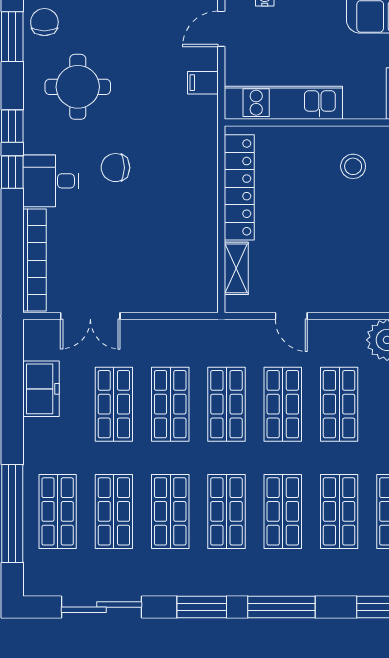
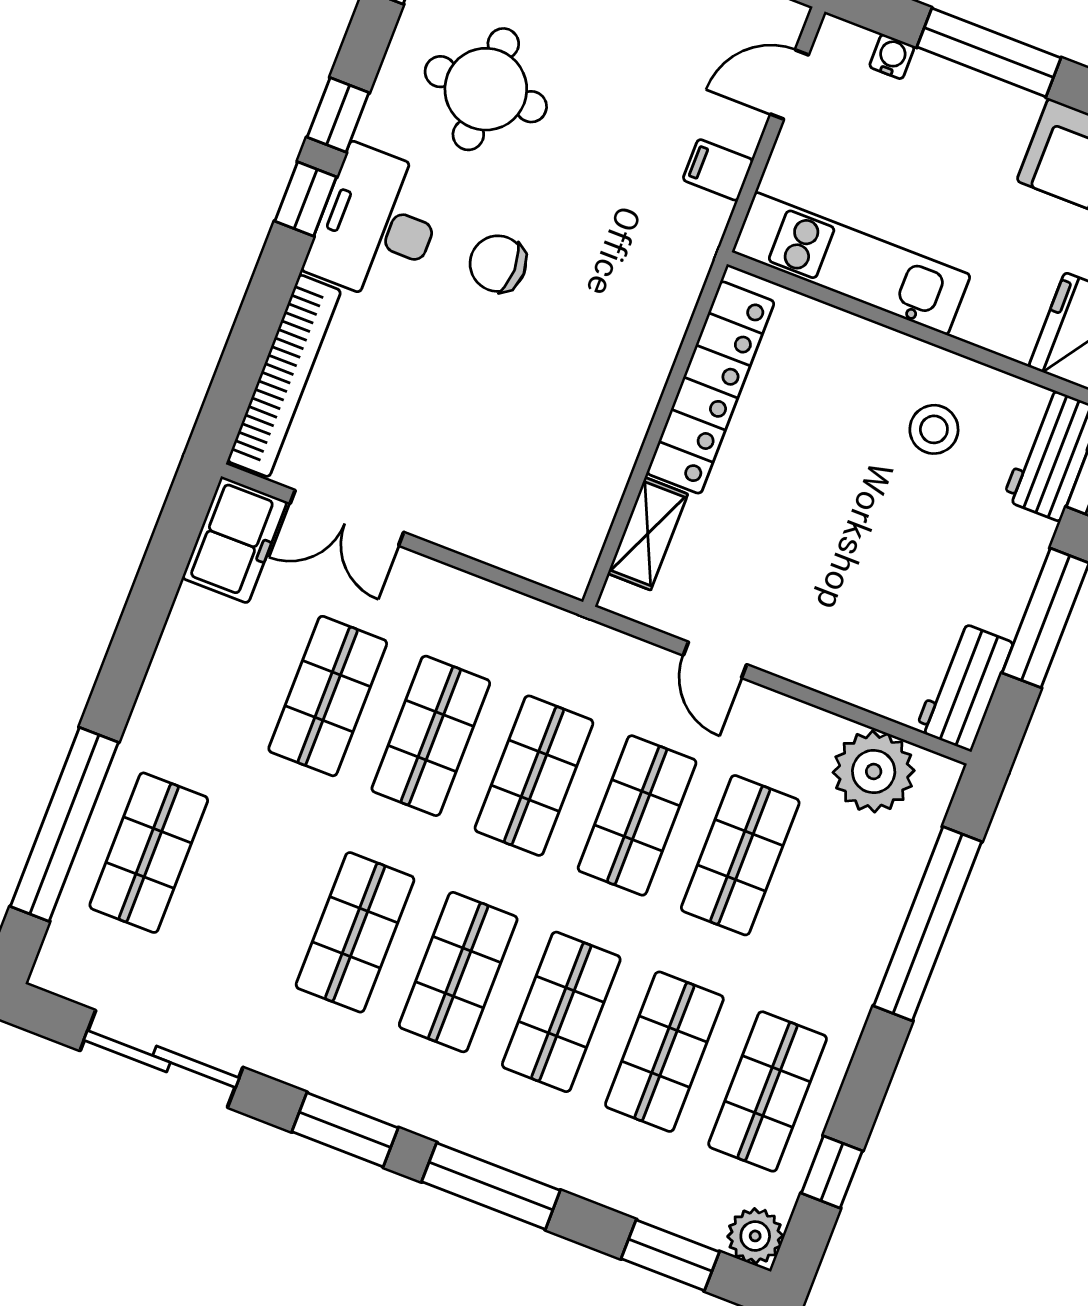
desk: (51, 181) -> (377, 225), width x1.37
freezer: (41, 389) -> (235, 540), moved
shop shelf: (114, 511) -> (252, 893), removed

